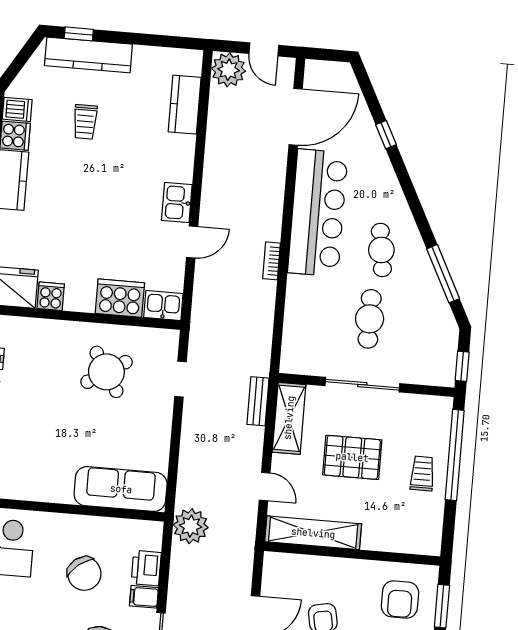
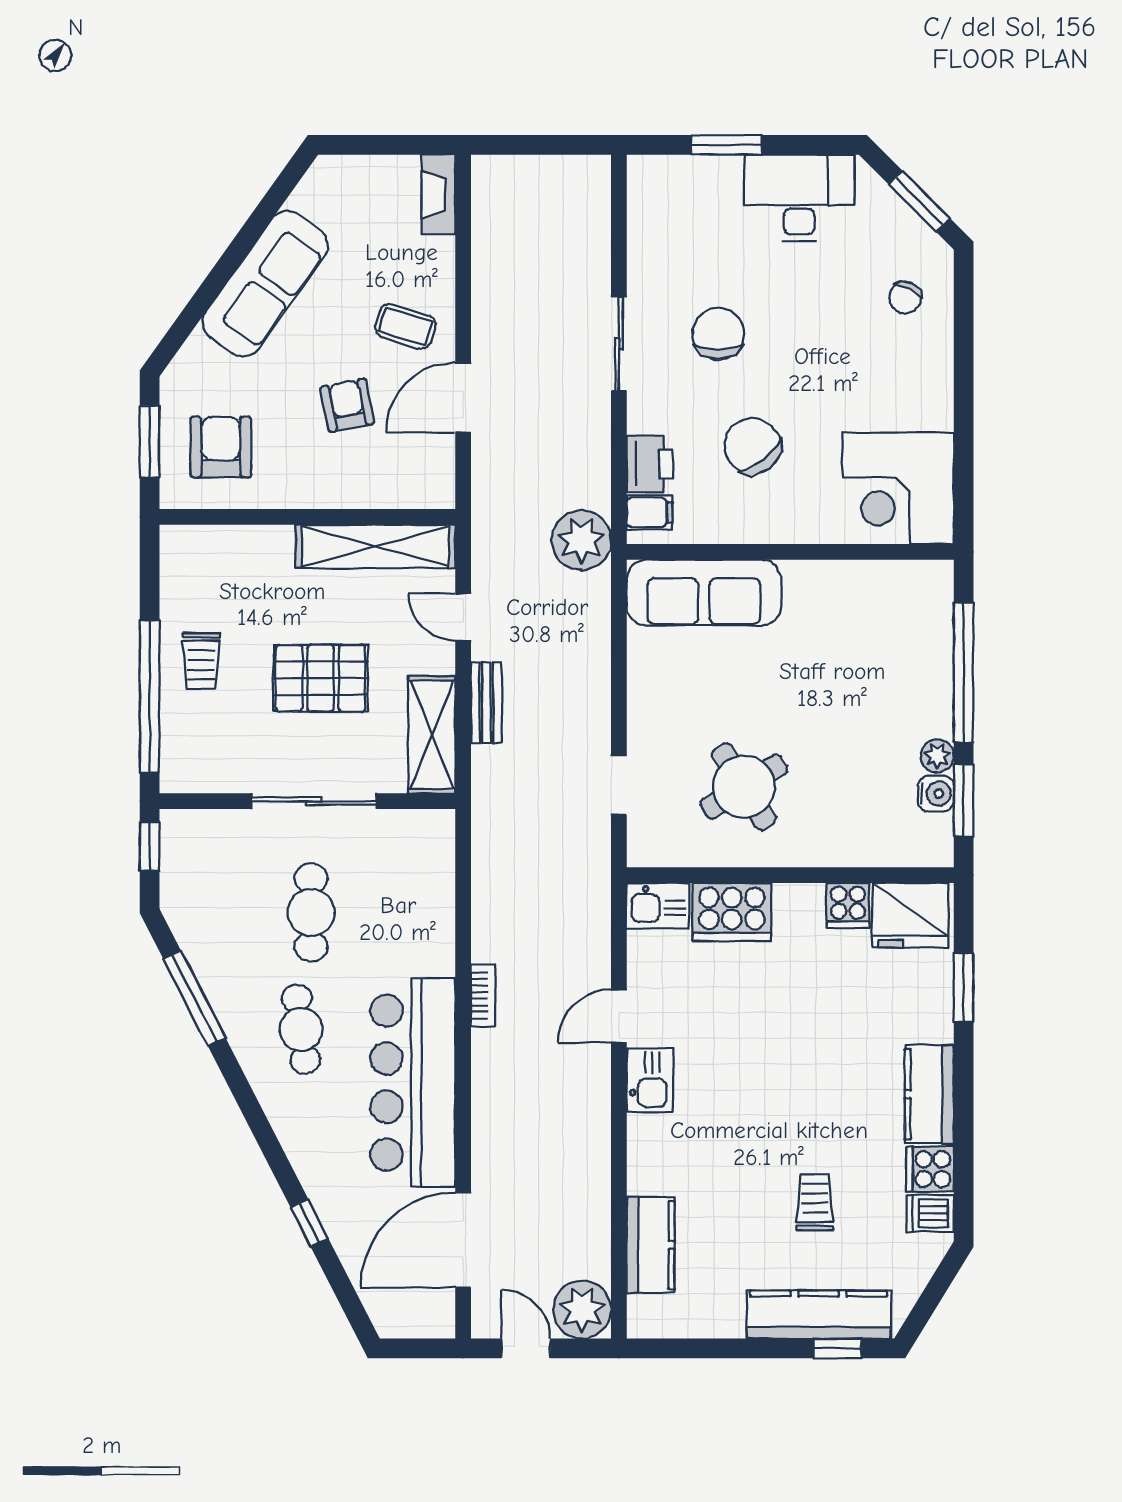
bench: (258, 401) -> (486, 703), moved
filing cabinet: (144, 597) -> (650, 512), moved

